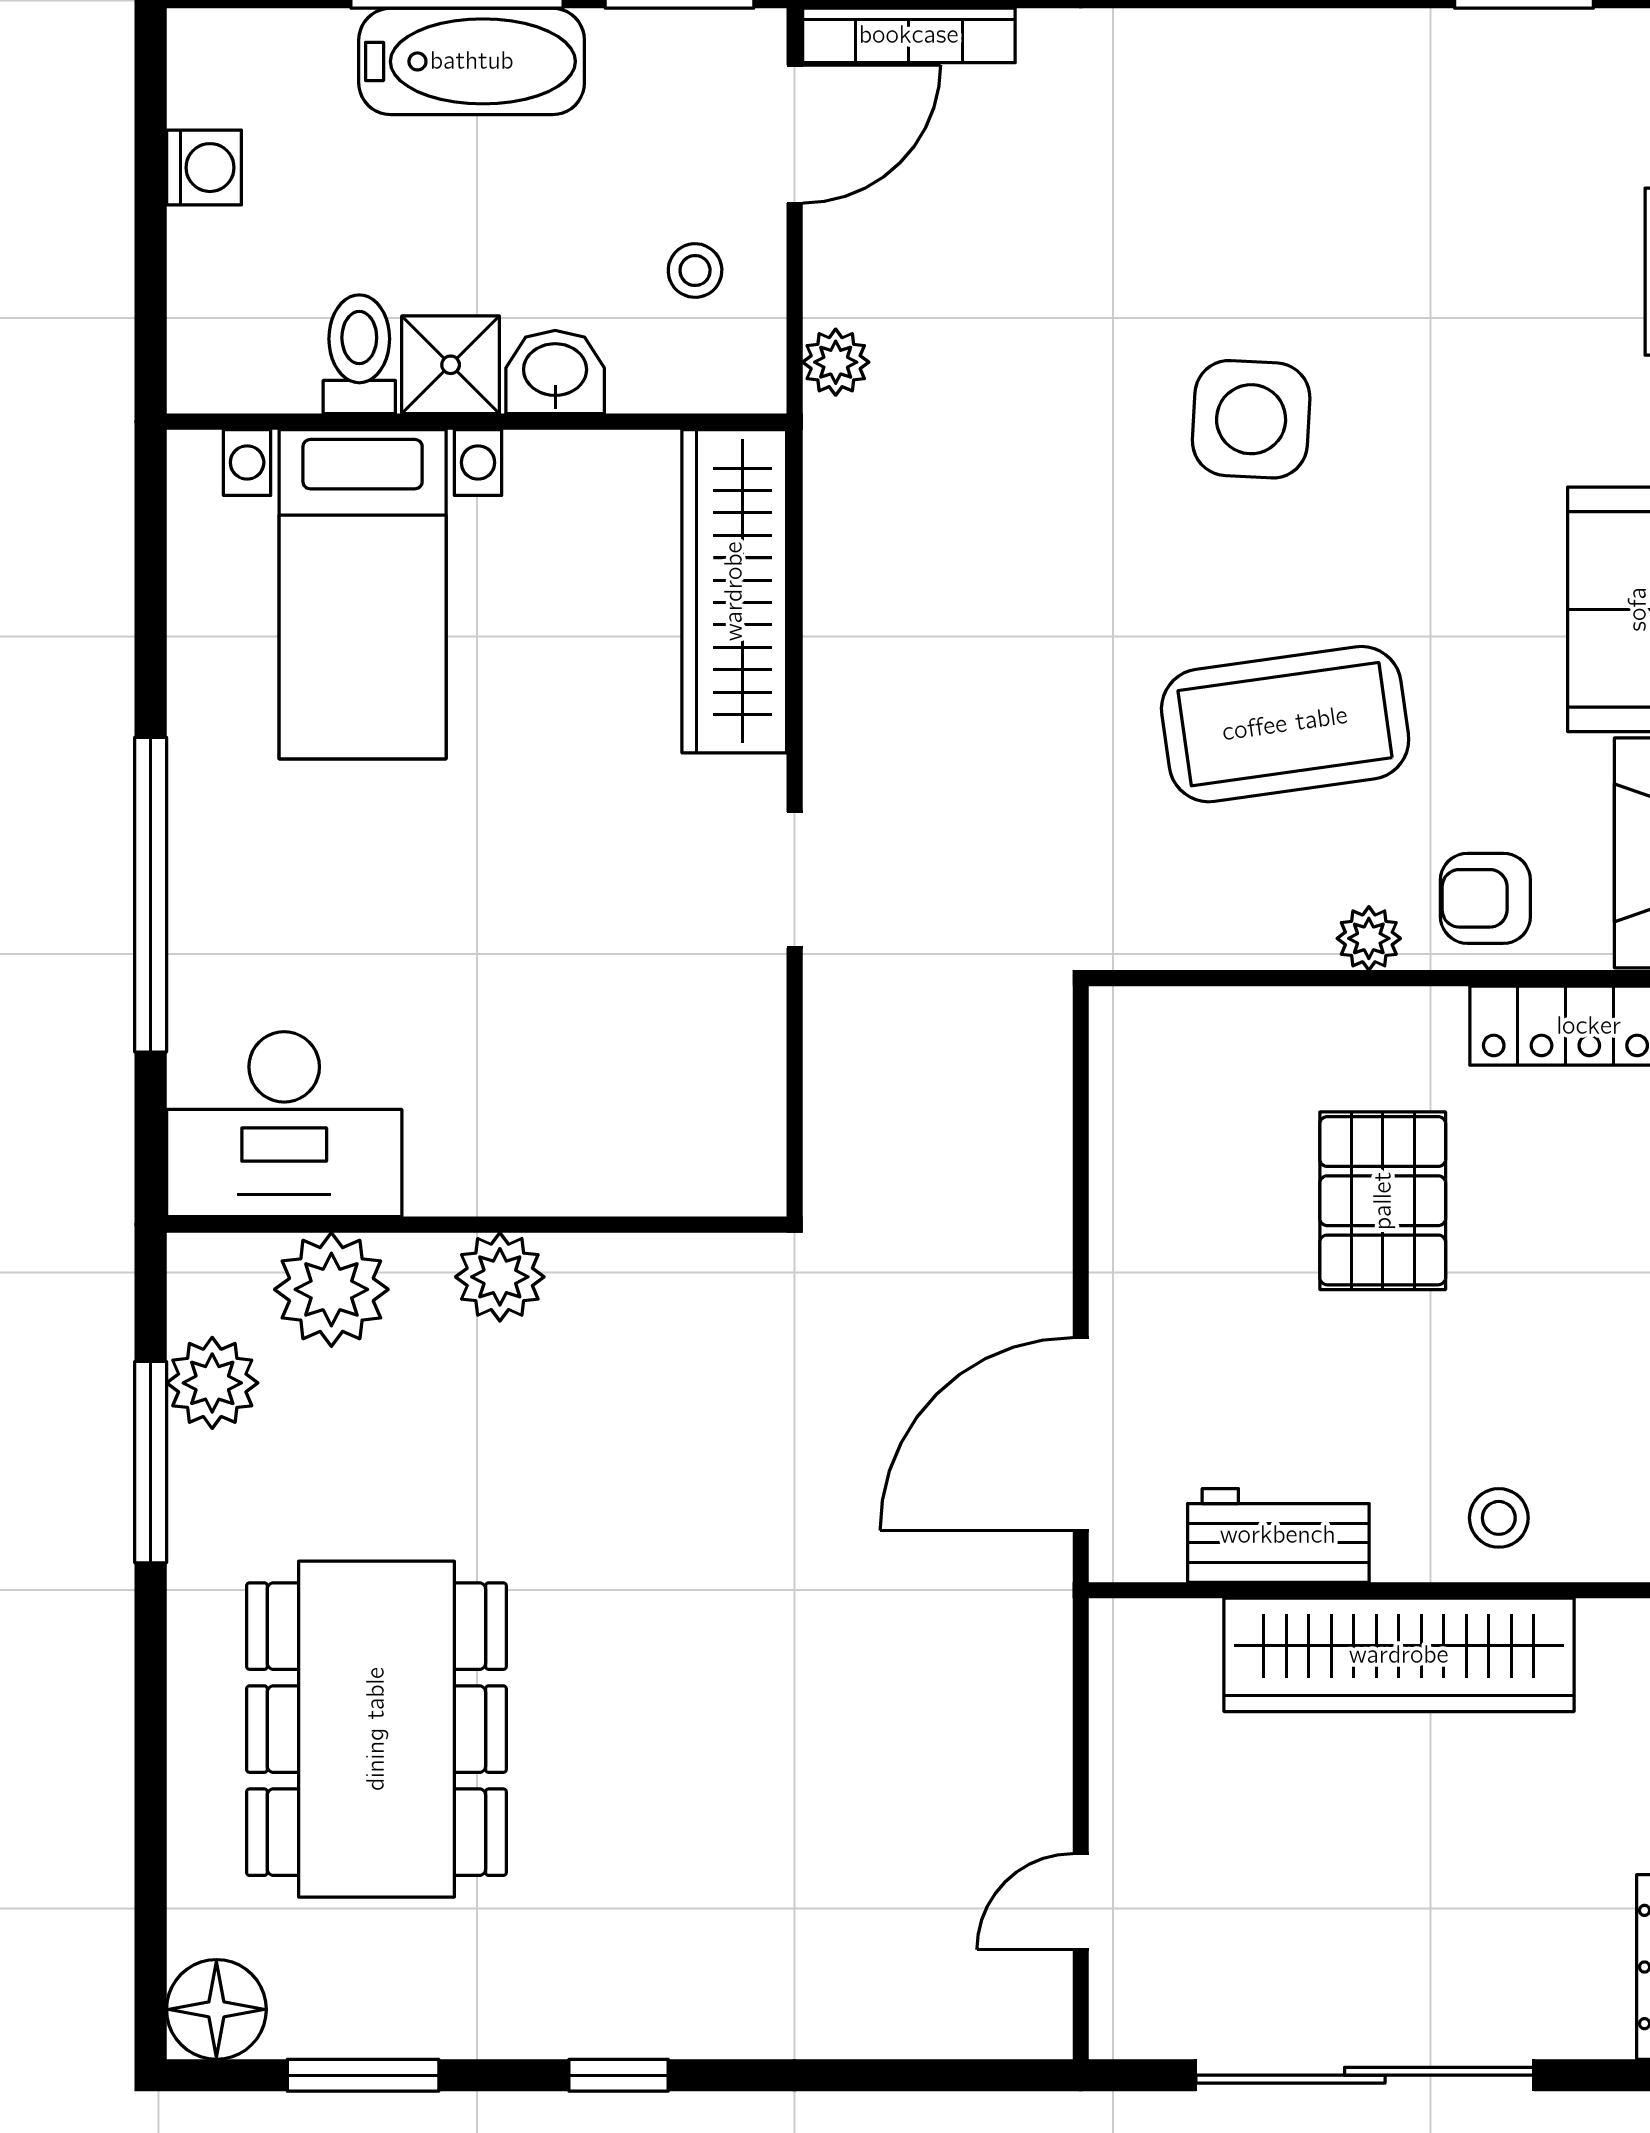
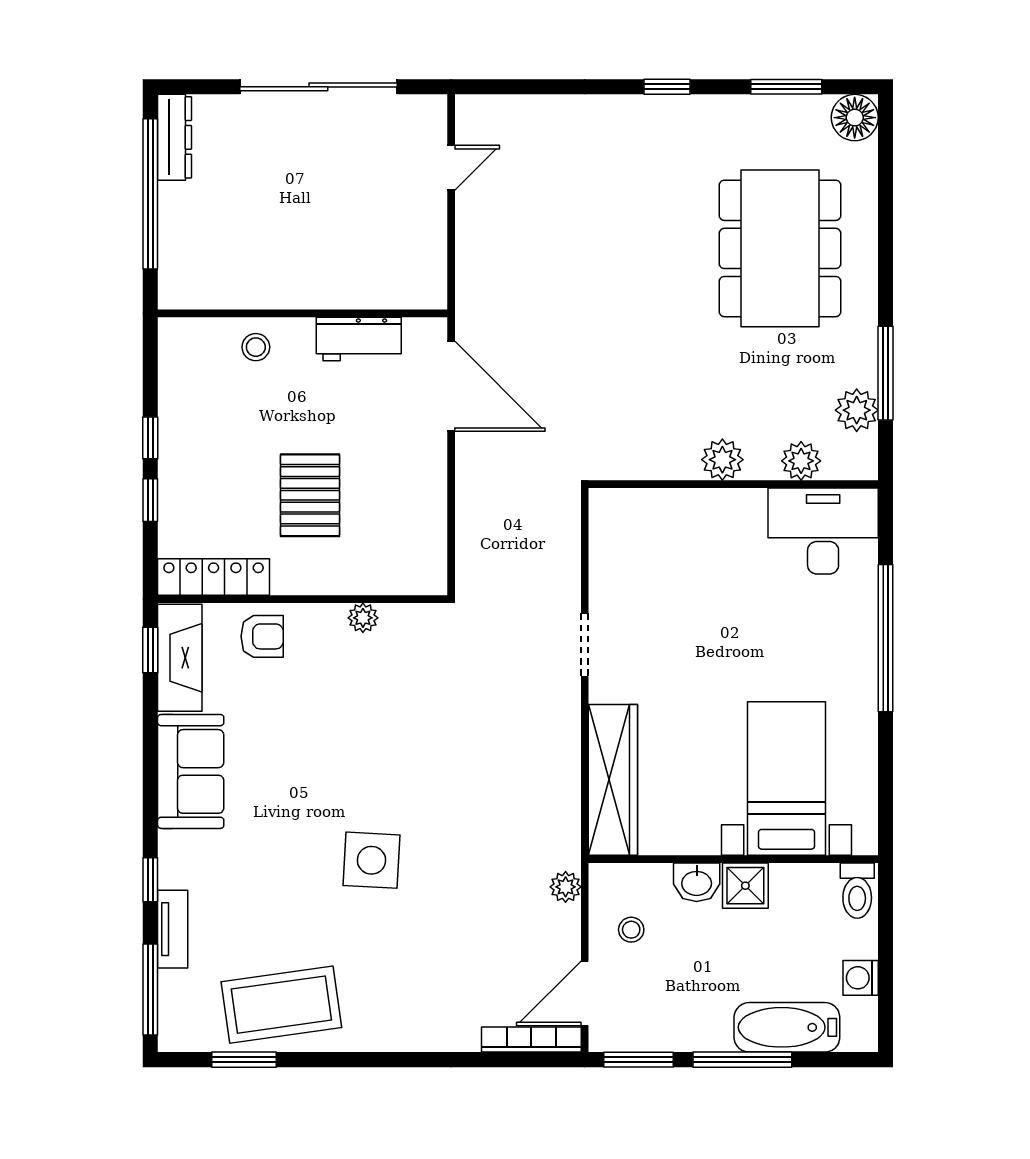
bathtub: (472, 61) -> (787, 1027), moved
toilet: (359, 354) -> (857, 891), moved
coffee table: (1285, 724) -> (281, 1005), moved
plant: (1369, 938) -> (363, 618), moved
plant: (331, 1289) -> (801, 461), width x0.73, depth x0.73
door: (1081, 1434) -> (451, 386), hinge flipped
wardrobe: (1399, 1655) -> (302, 283), removed

